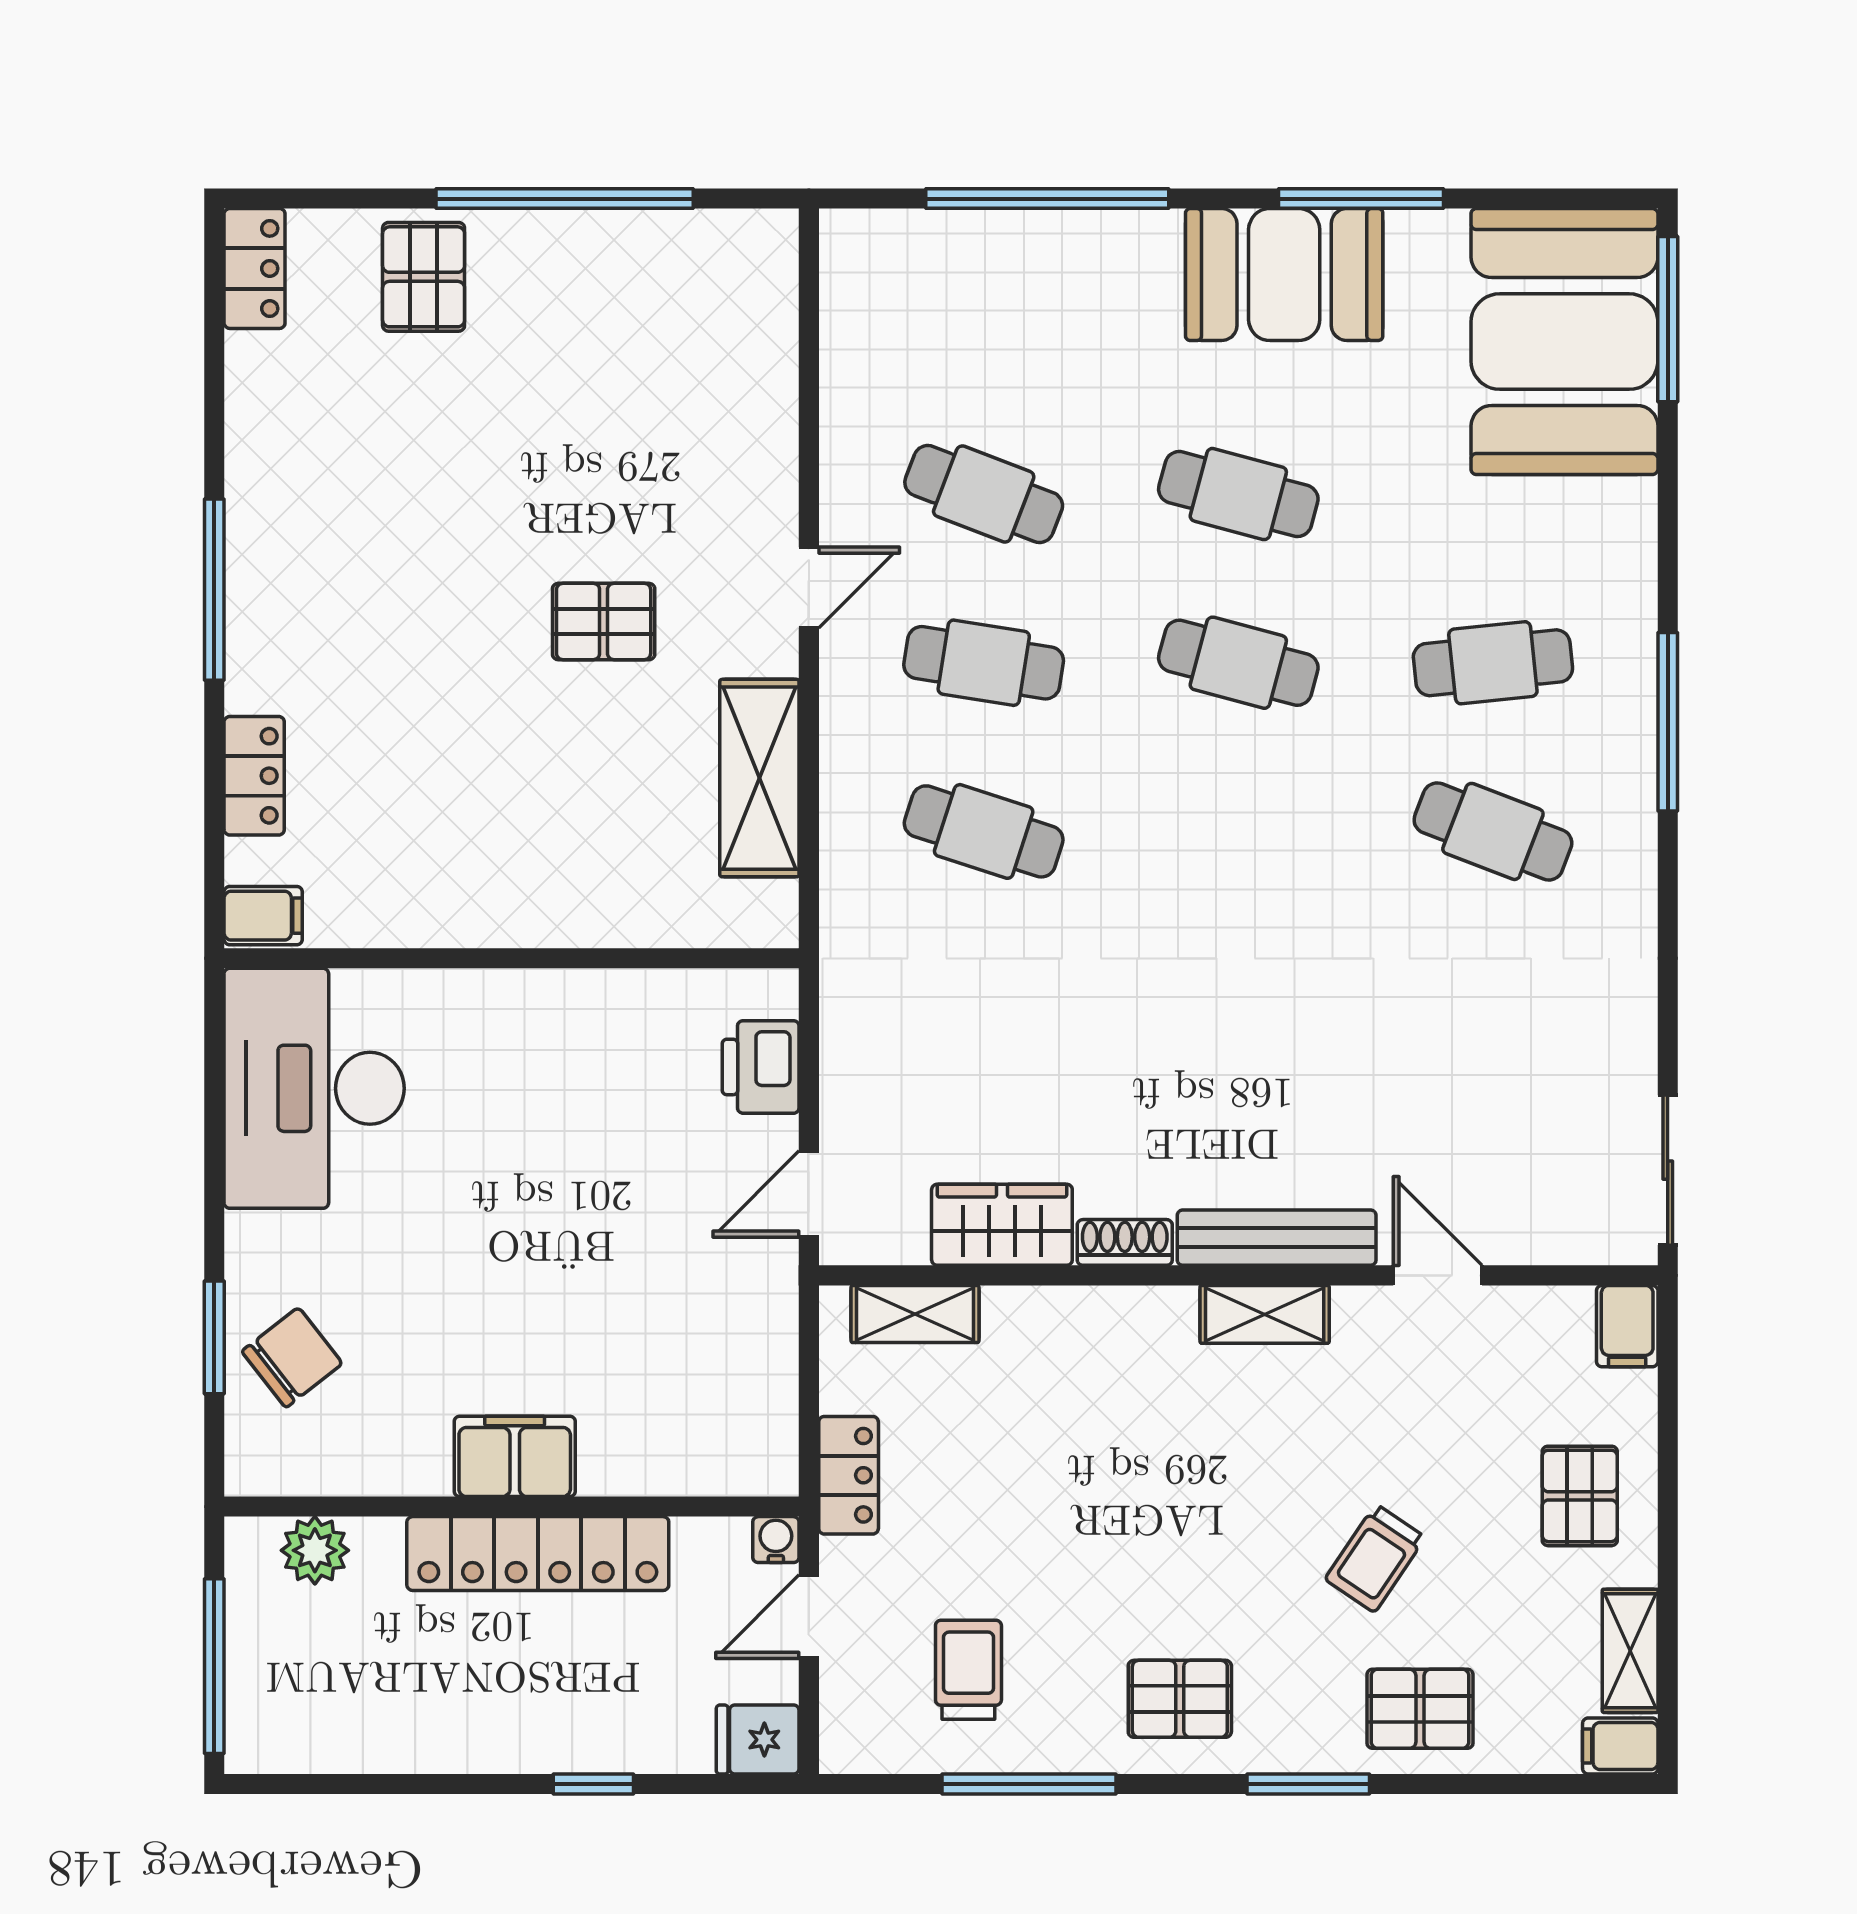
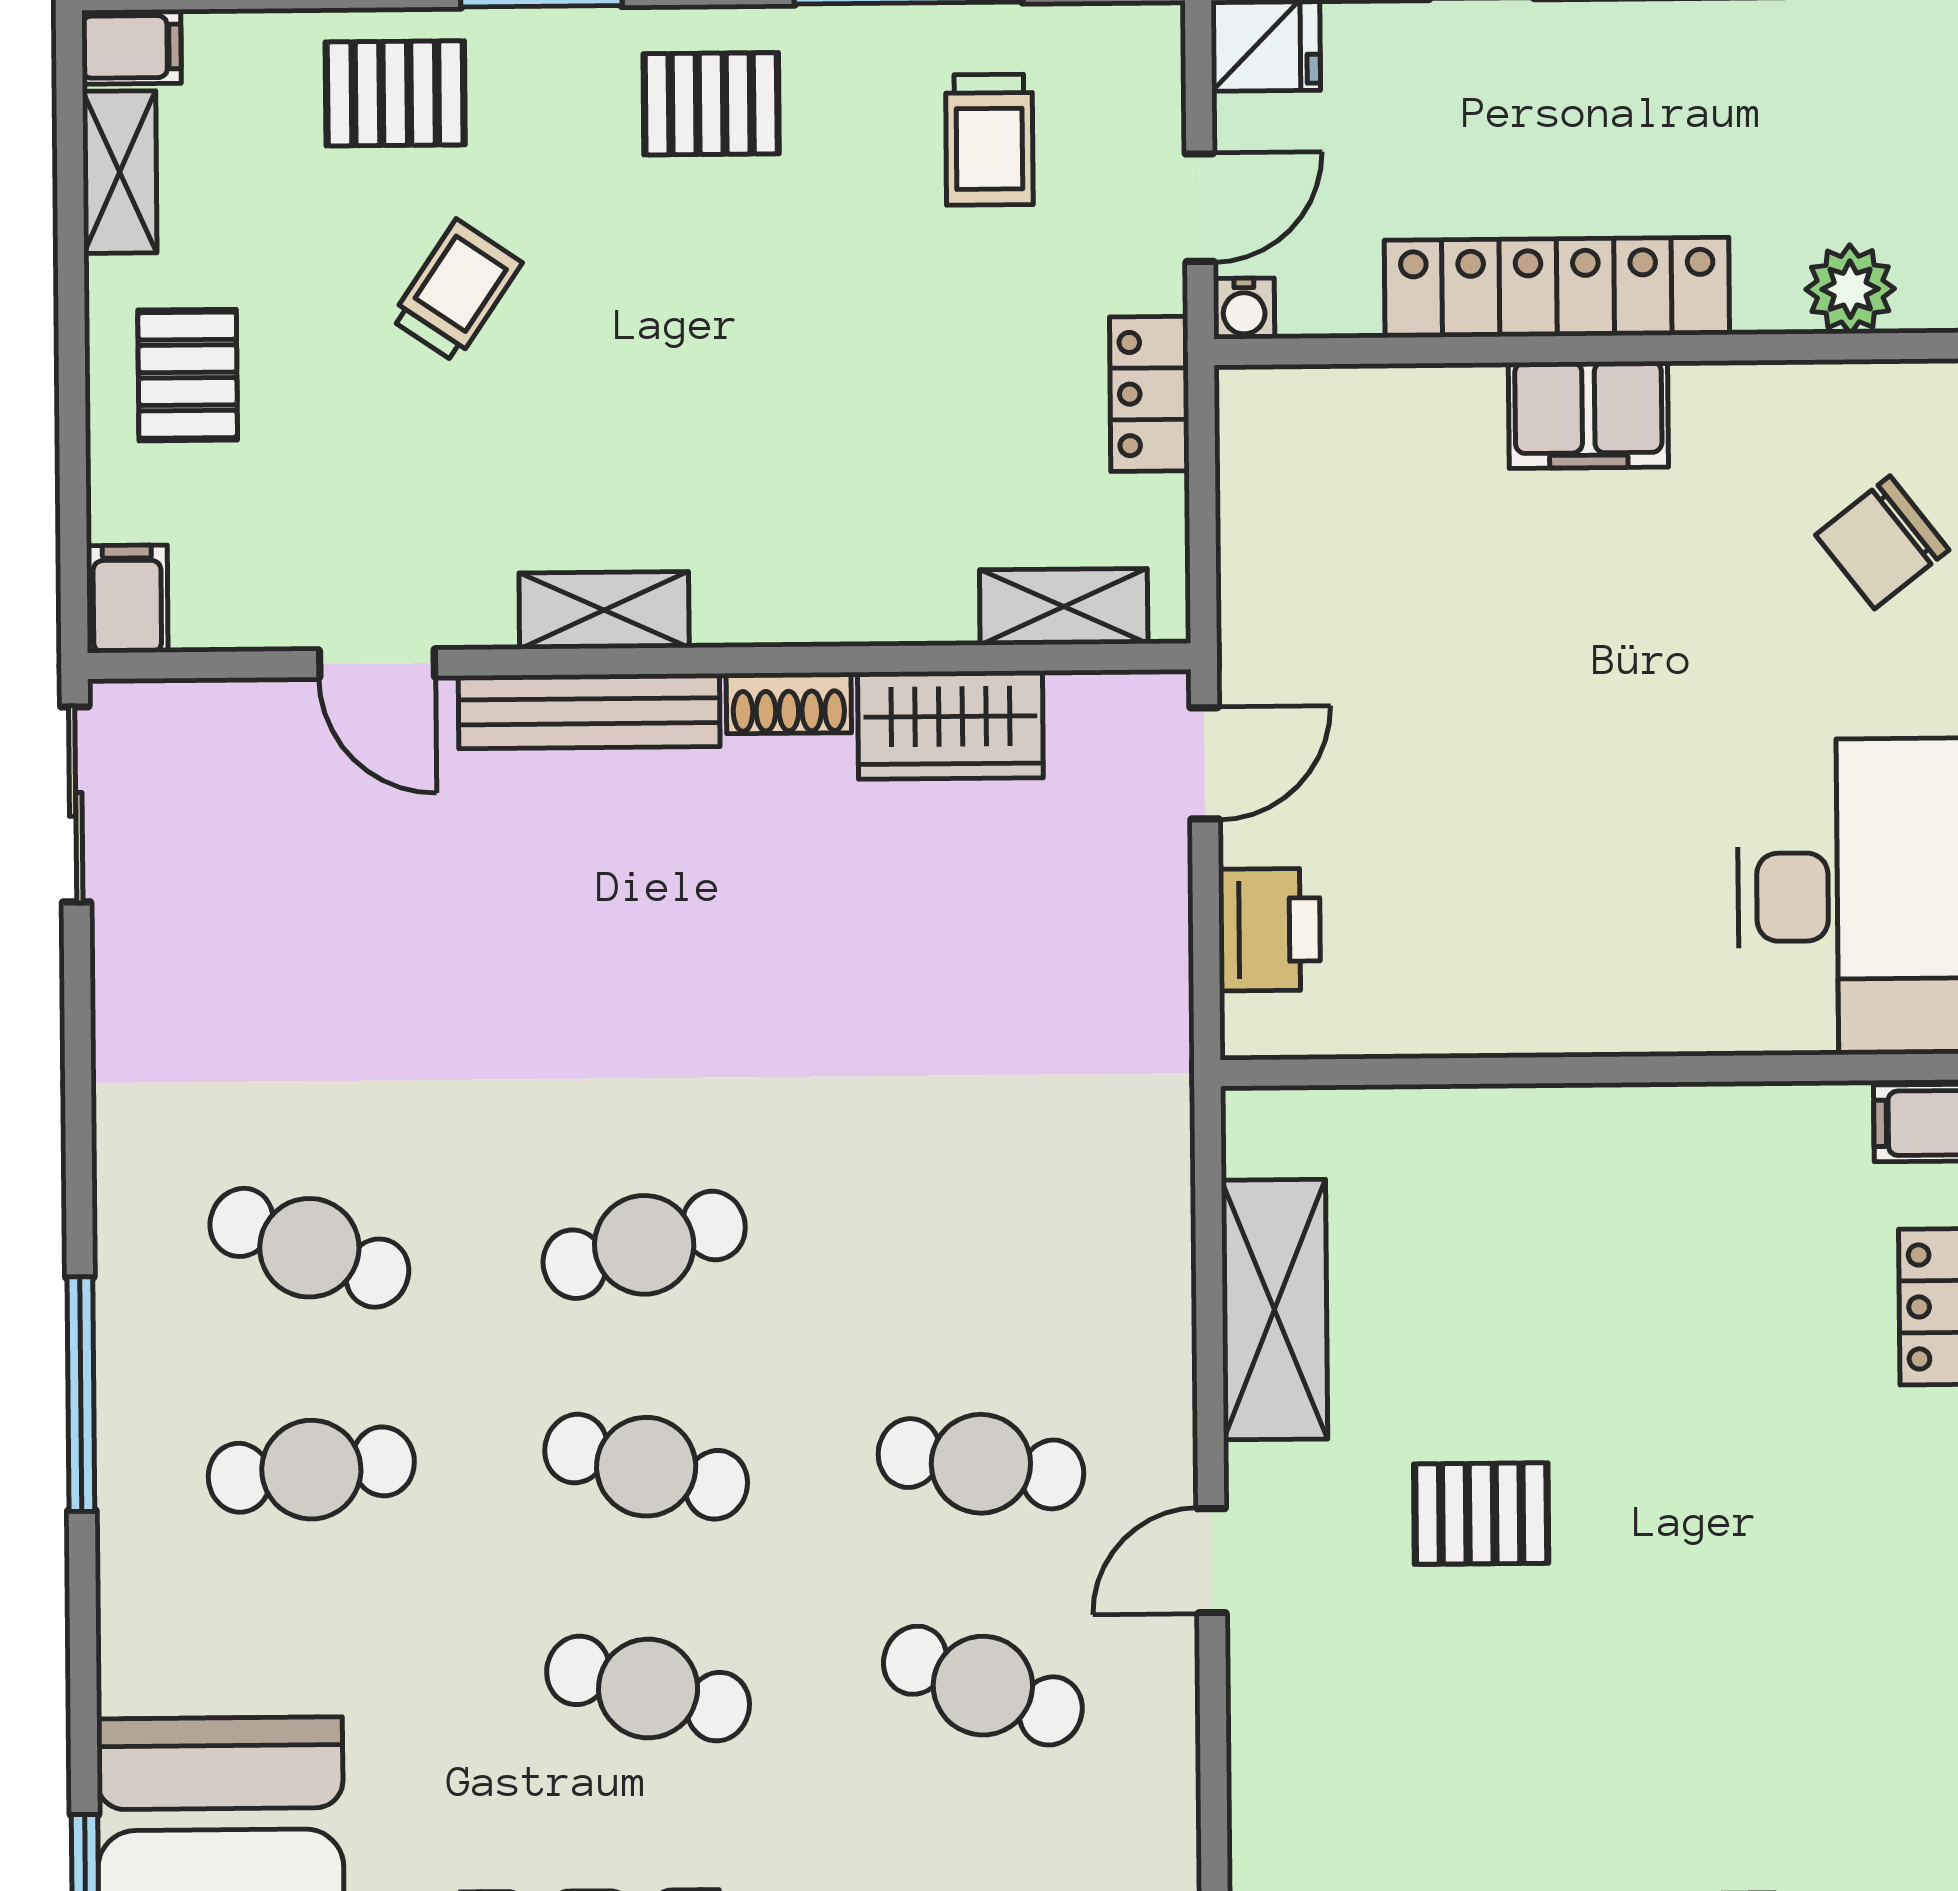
cafe table: (984, 831) -> (644, 1245), moved, turned -33

